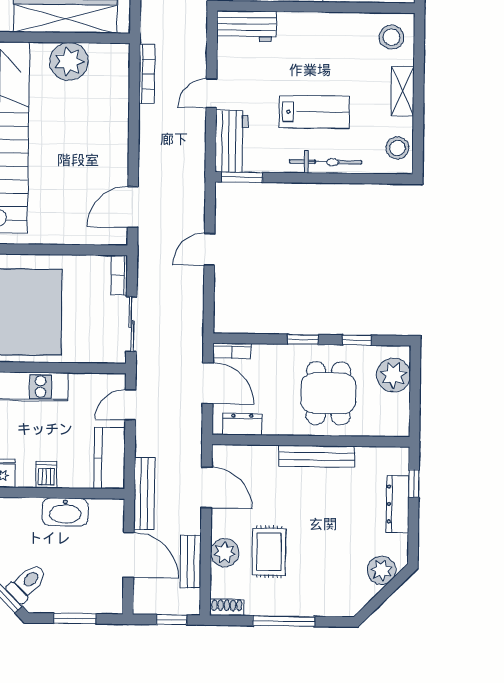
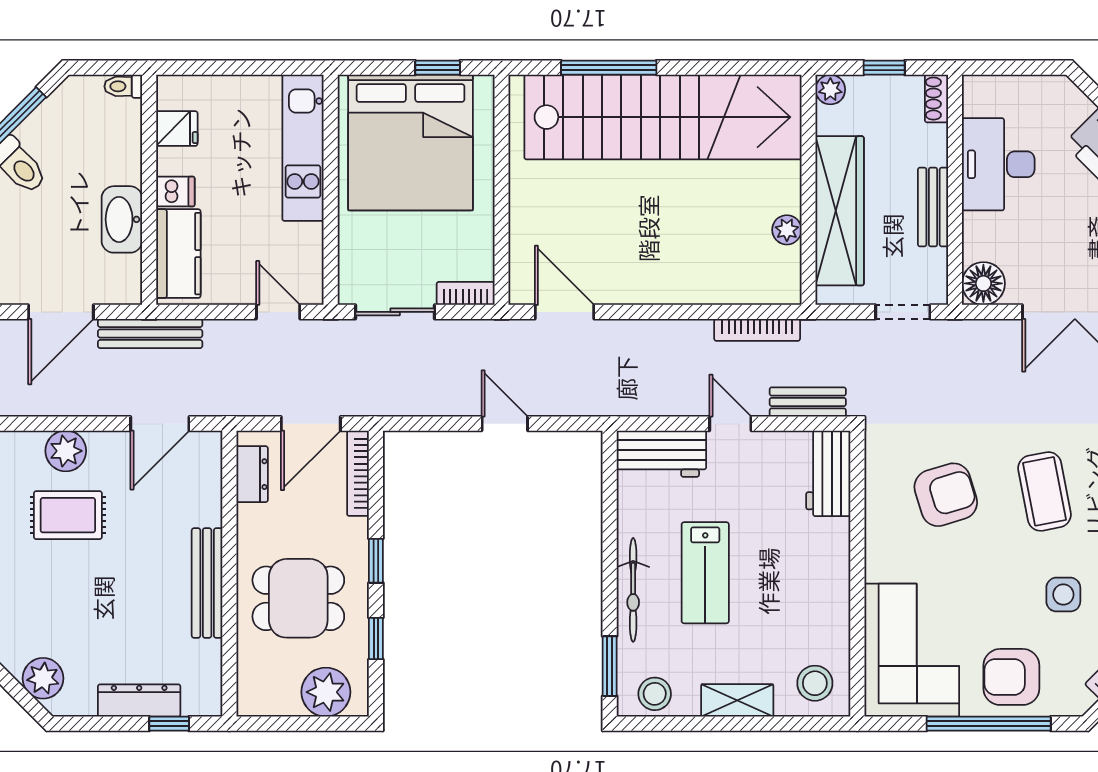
plant: (69, 61) -> (787, 230), width x0.53, depth x0.53
window: (242, 177) -> (610, 666), moved
bookcase: (232, 351) -> (358, 473), width x1.56
kitchen counter: (110, 458) -> (178, 254), moved, turned 90
bench: (191, 562) -> (808, 402), moved

